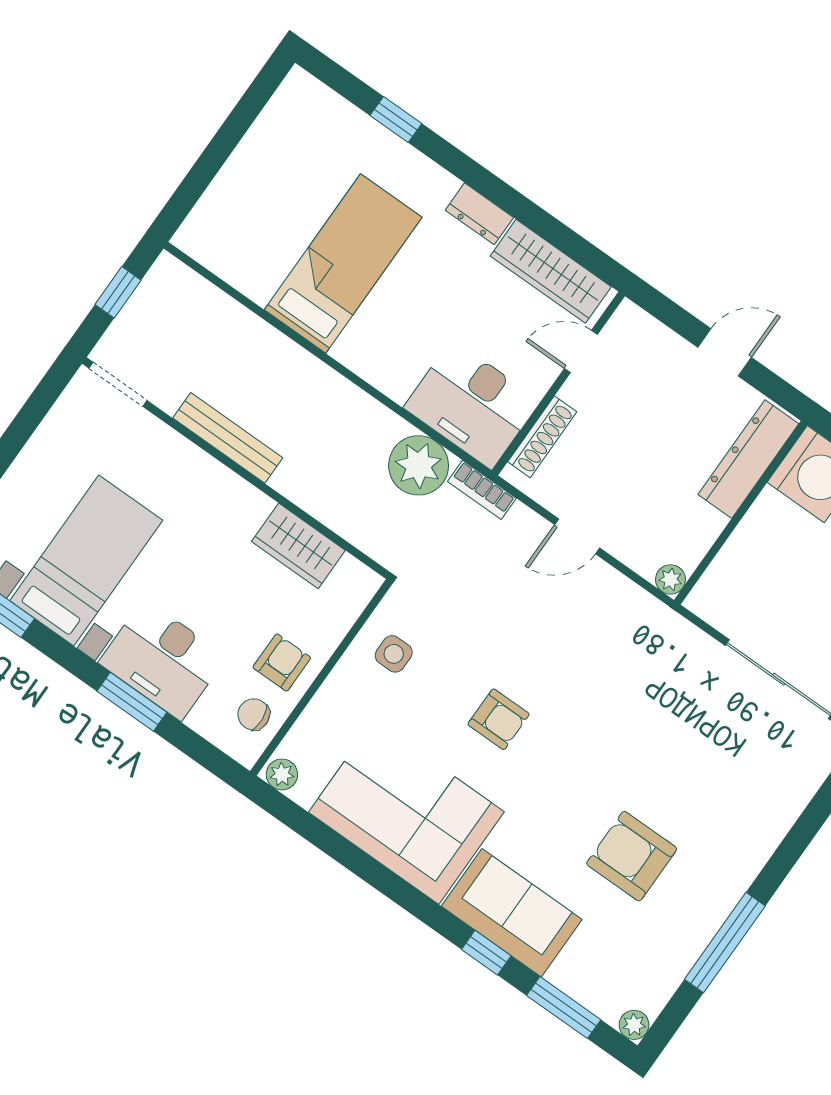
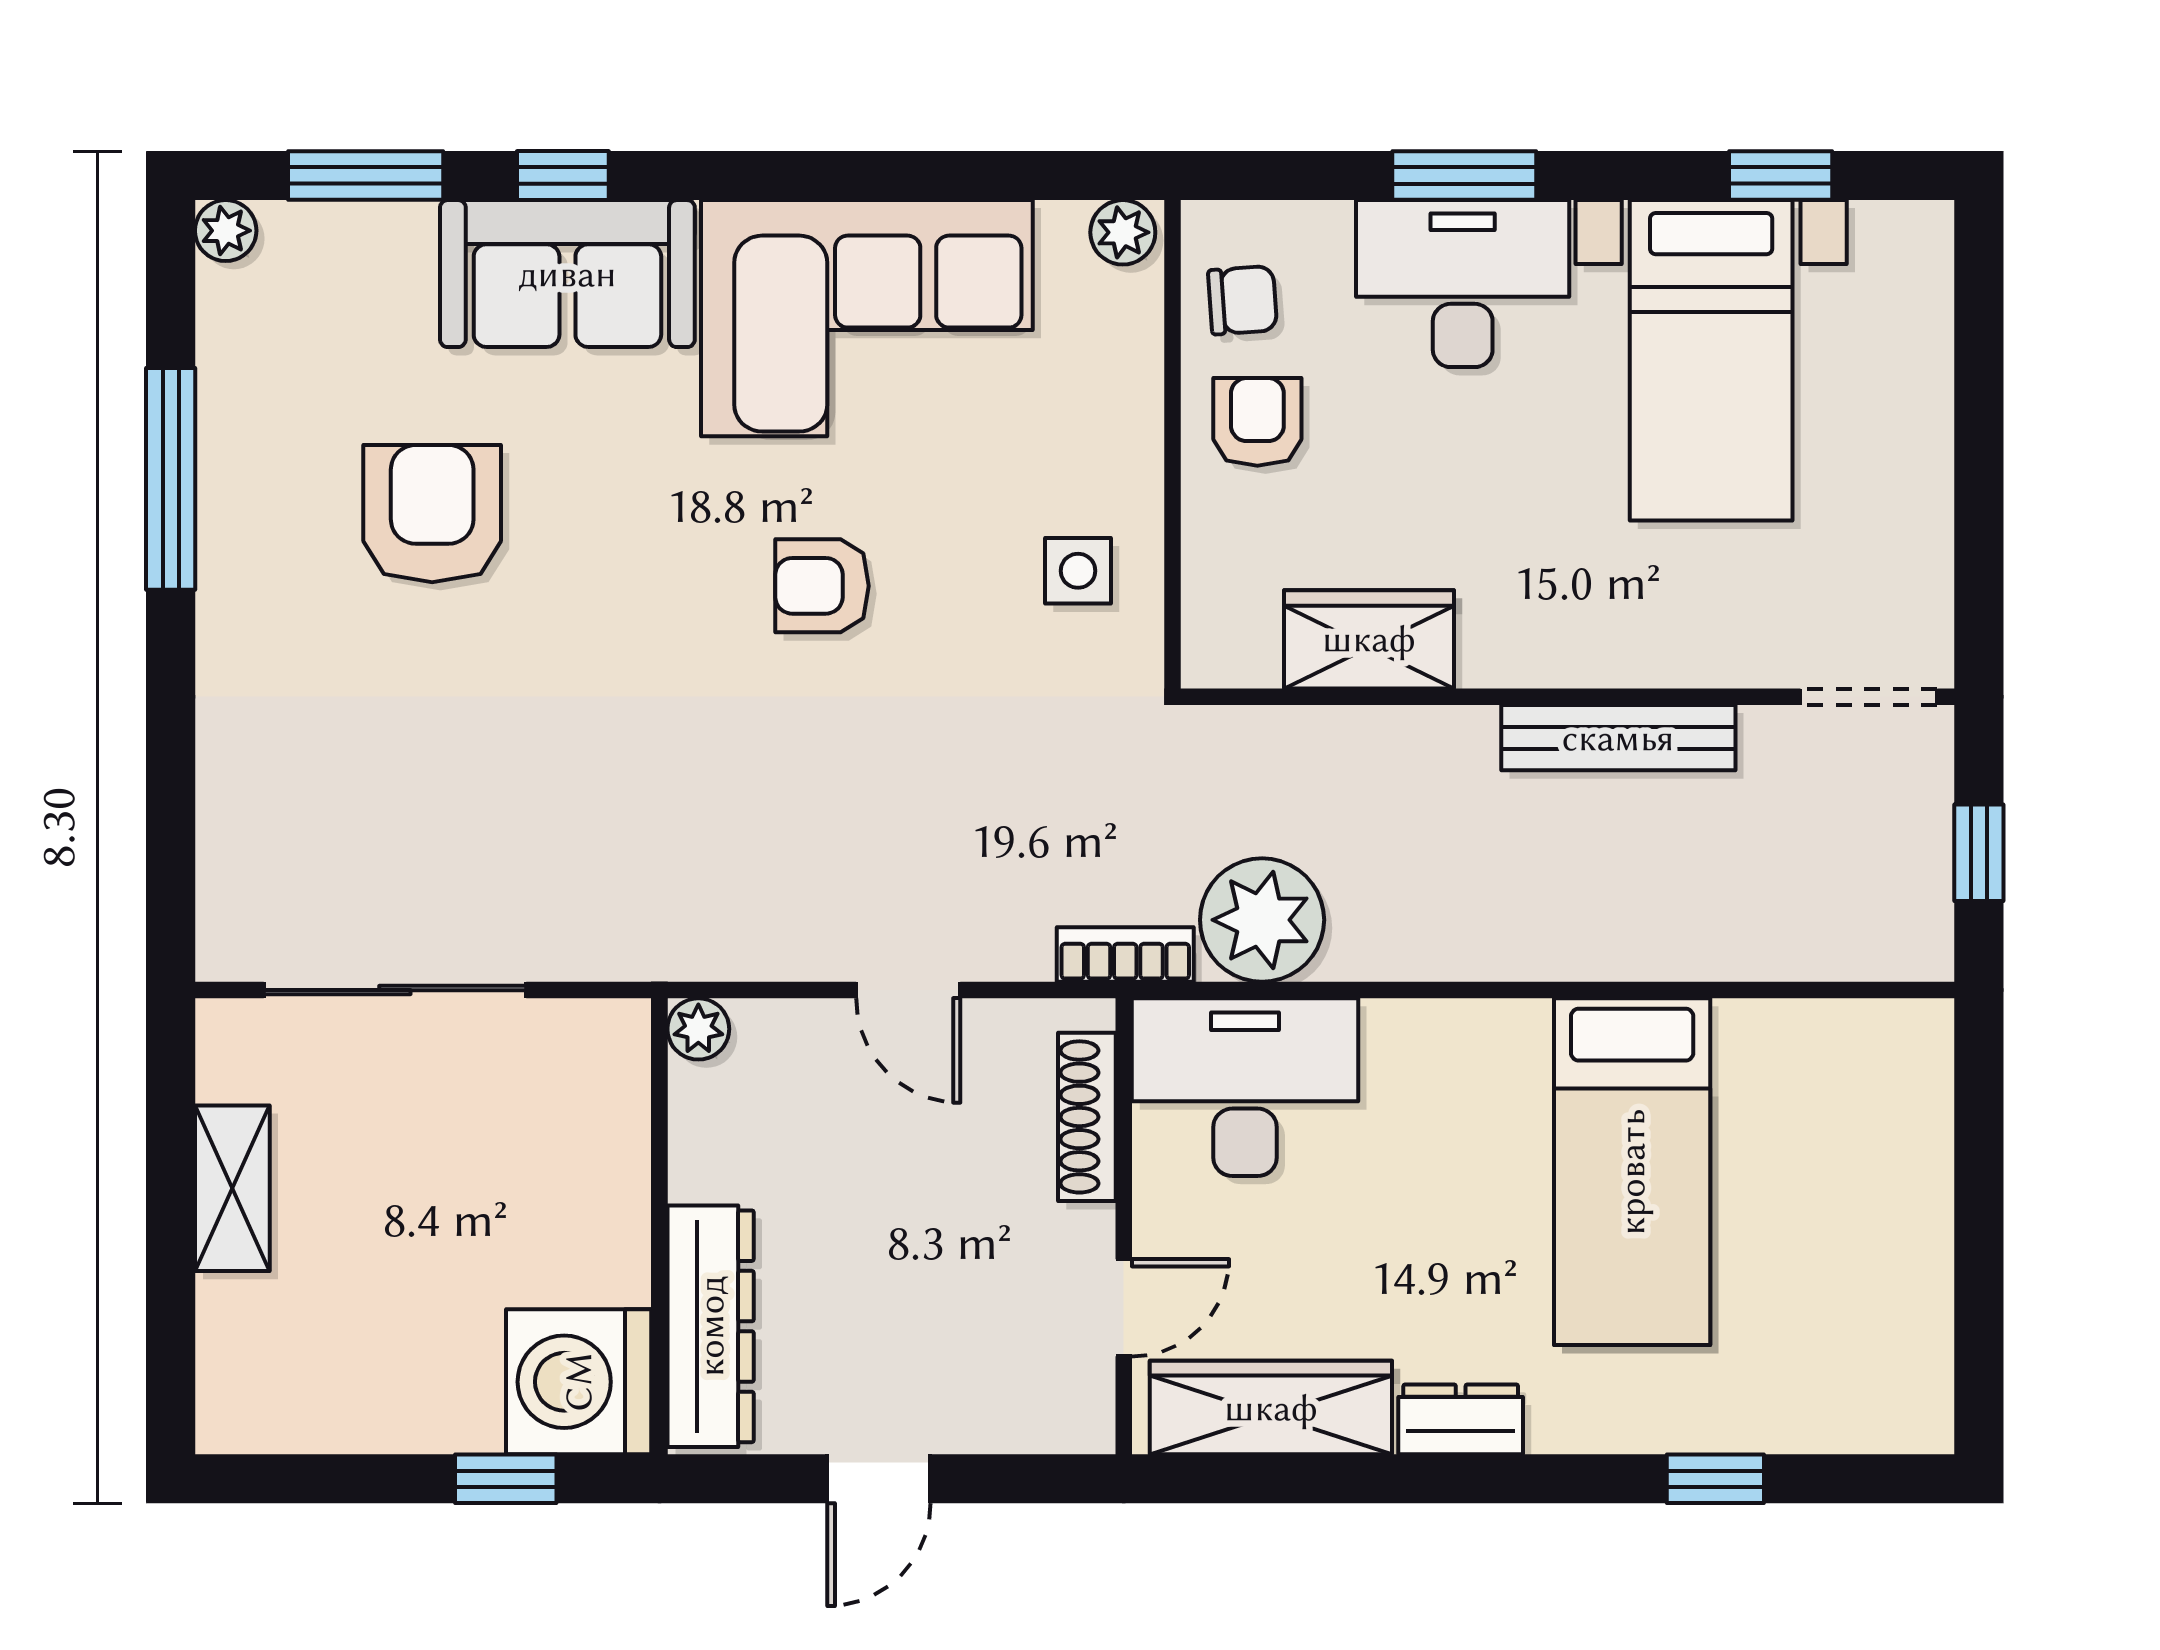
door: (577, 536) -> (908, 990), swing flipped
armchair: (282, 662) -> (1257, 422), turned 180
armchair: (632, 856) -> (432, 514), turned -90

